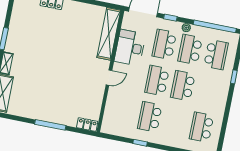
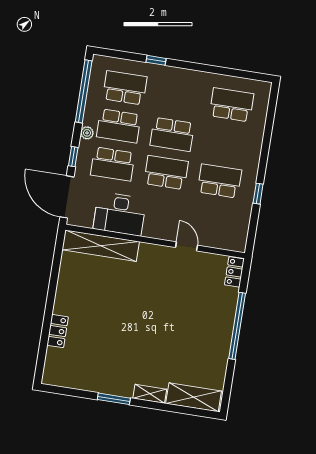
door: (109, 78) -> (187, 246), moved
school desk: (157, 81) -> (166, 173), turned 180
school desk: (150, 117) -> (219, 181), turned 180
window: (50, 125) -> (237, 326), width x1.46
school desk: (202, 127) -> (232, 105), turned 180

